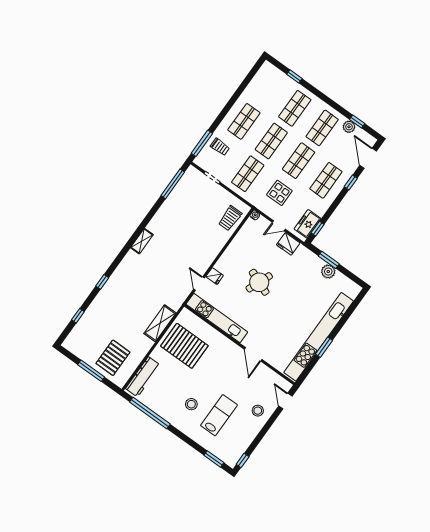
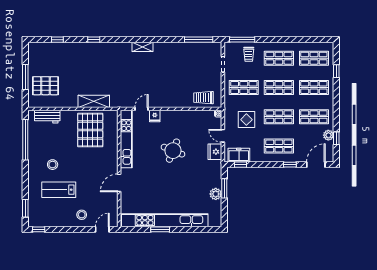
shop shelf: (267, 89) -> (314, 58), added
workbench: (143, 377) -> (47, 117), width x0.73
lab bench: (219, 415) -> (59, 190), turned 180

